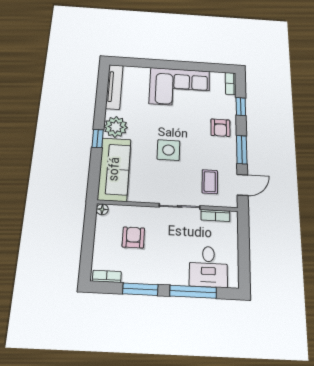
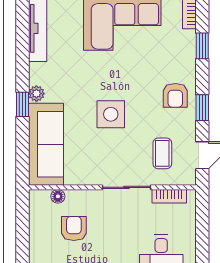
plant: (116, 127) -> (36, 94), width x0.53, depth x0.53
armchair: (220, 128) -> (175, 95), moved
window: (242, 150) -> (202, 108), width x0.67
floor lamp: (102, 209) -> (58, 196), moved

